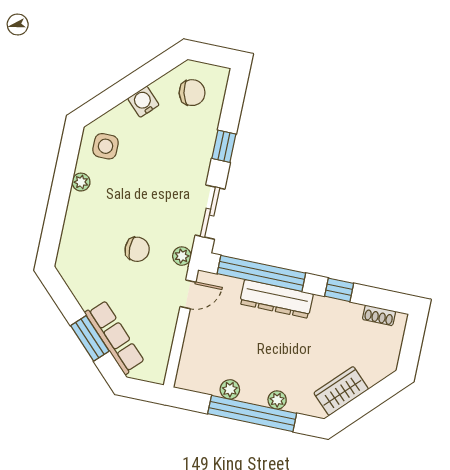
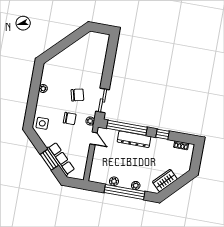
chair: (192, 93) -> (77, 95), moved
water cooler: (143, 102) -> (71, 51), removed
side table: (106, 146) -> (42, 123), moved
window: (224, 146) -> (108, 70), removed
door: (188, 294) -> (94, 138), hinge flipped

